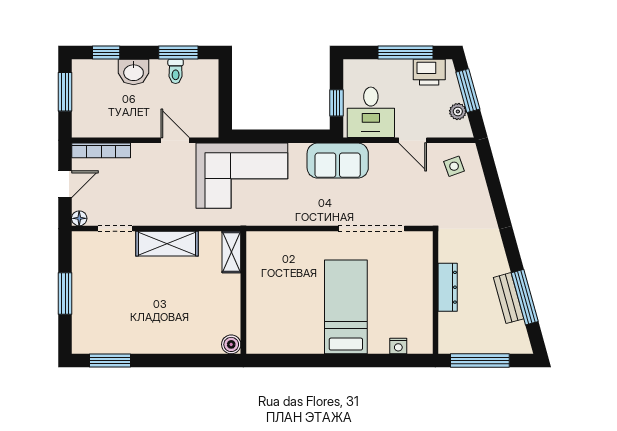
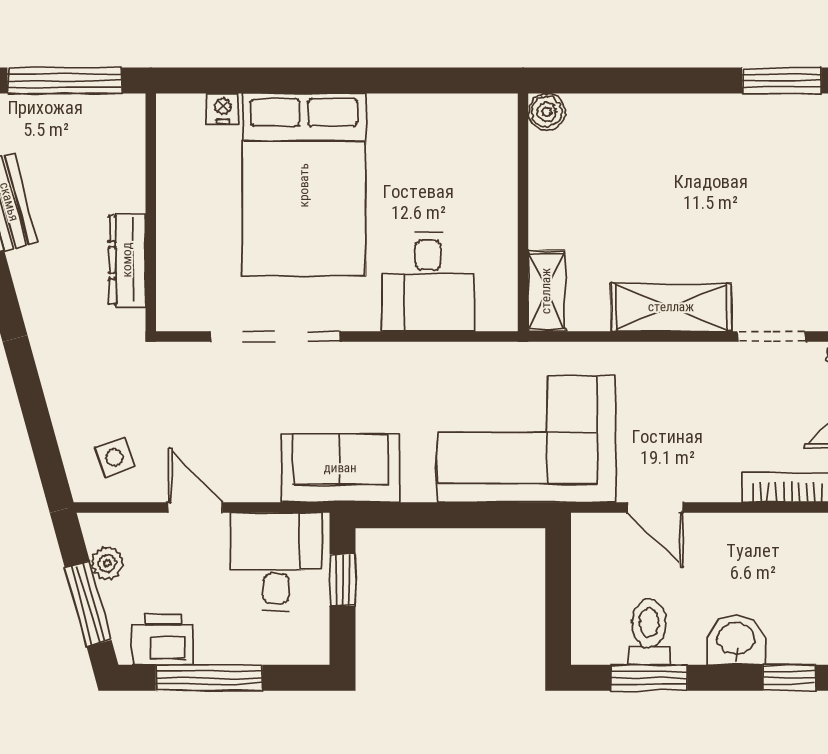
toilet: (176, 71) -> (649, 632), width x1.37, depth x1.39
desk: (292, 257) -> (428, 282), added
dresser: (448, 287) -> (127, 260), moved
bed: (346, 307) -> (304, 185), width x1.50

